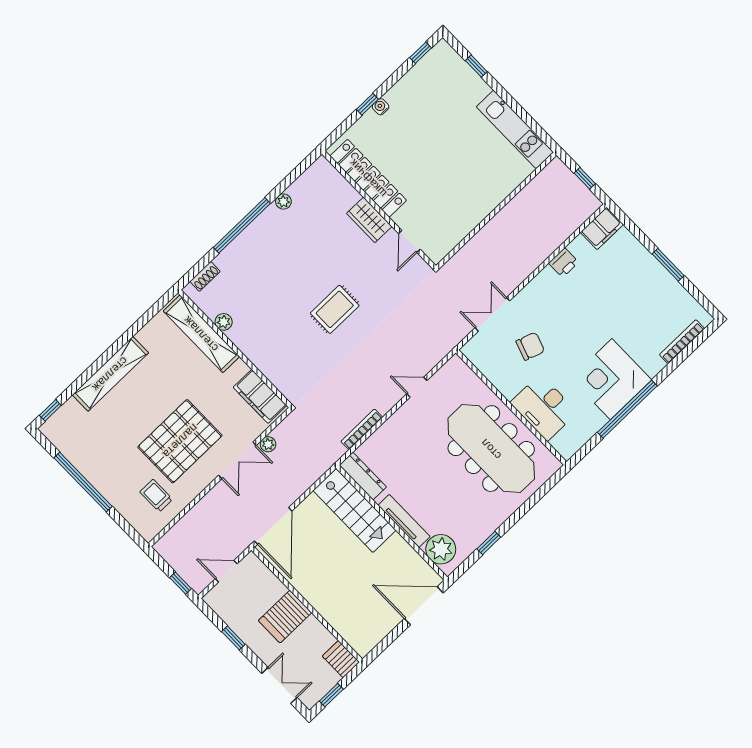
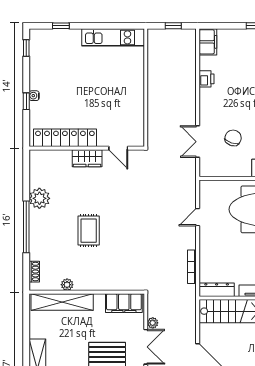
plant: (283, 202) -> (39, 198), width x1.87, depth x1.87
rug: (335, 309) -> (89, 231), moved

